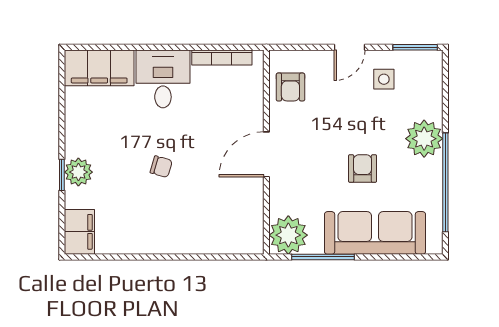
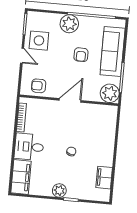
side table: (384, 79) -> (39, 41), width x1.87, depth x1.87
armchair: (290, 87) -> (39, 86), turned 180
door: (266, 154) -> (70, 100), swing flipped
armchair: (363, 168) -> (81, 55), turned -89
plant: (78, 172) -> (59, 190), moved
filing cabinet: (79, 232) -> (104, 178), moved, turned -90

